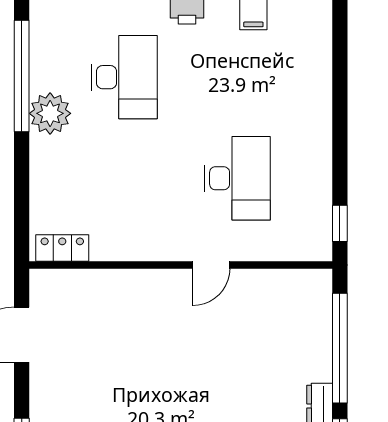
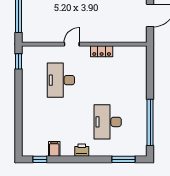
plant: (50, 113) -> (138, 107), removed
locker: (62, 248) -> (102, 51), moved

